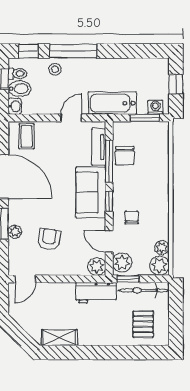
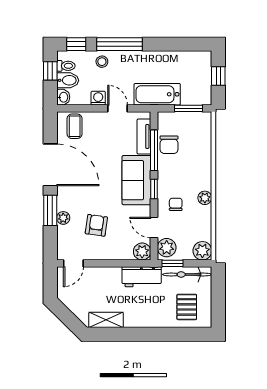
washing machine: (155, 107) -> (98, 98), moved
door: (71, 118) -> (118, 108), hinge flipped
plant: (162, 248) -> (205, 198), moved

